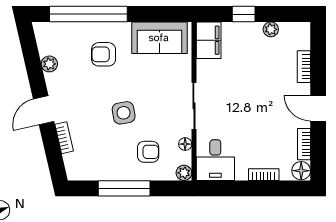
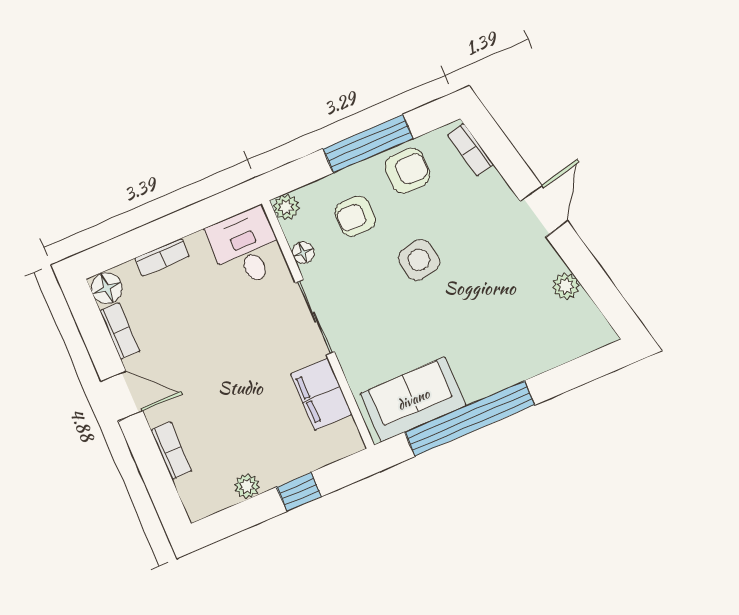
window: (88, 14) -> (470, 419), moved
filing cabinet: (209, 40) -> (321, 394), moved
armchair: (104, 54) -> (407, 171), moved
bookcase: (64, 138) -> (470, 150), moved

